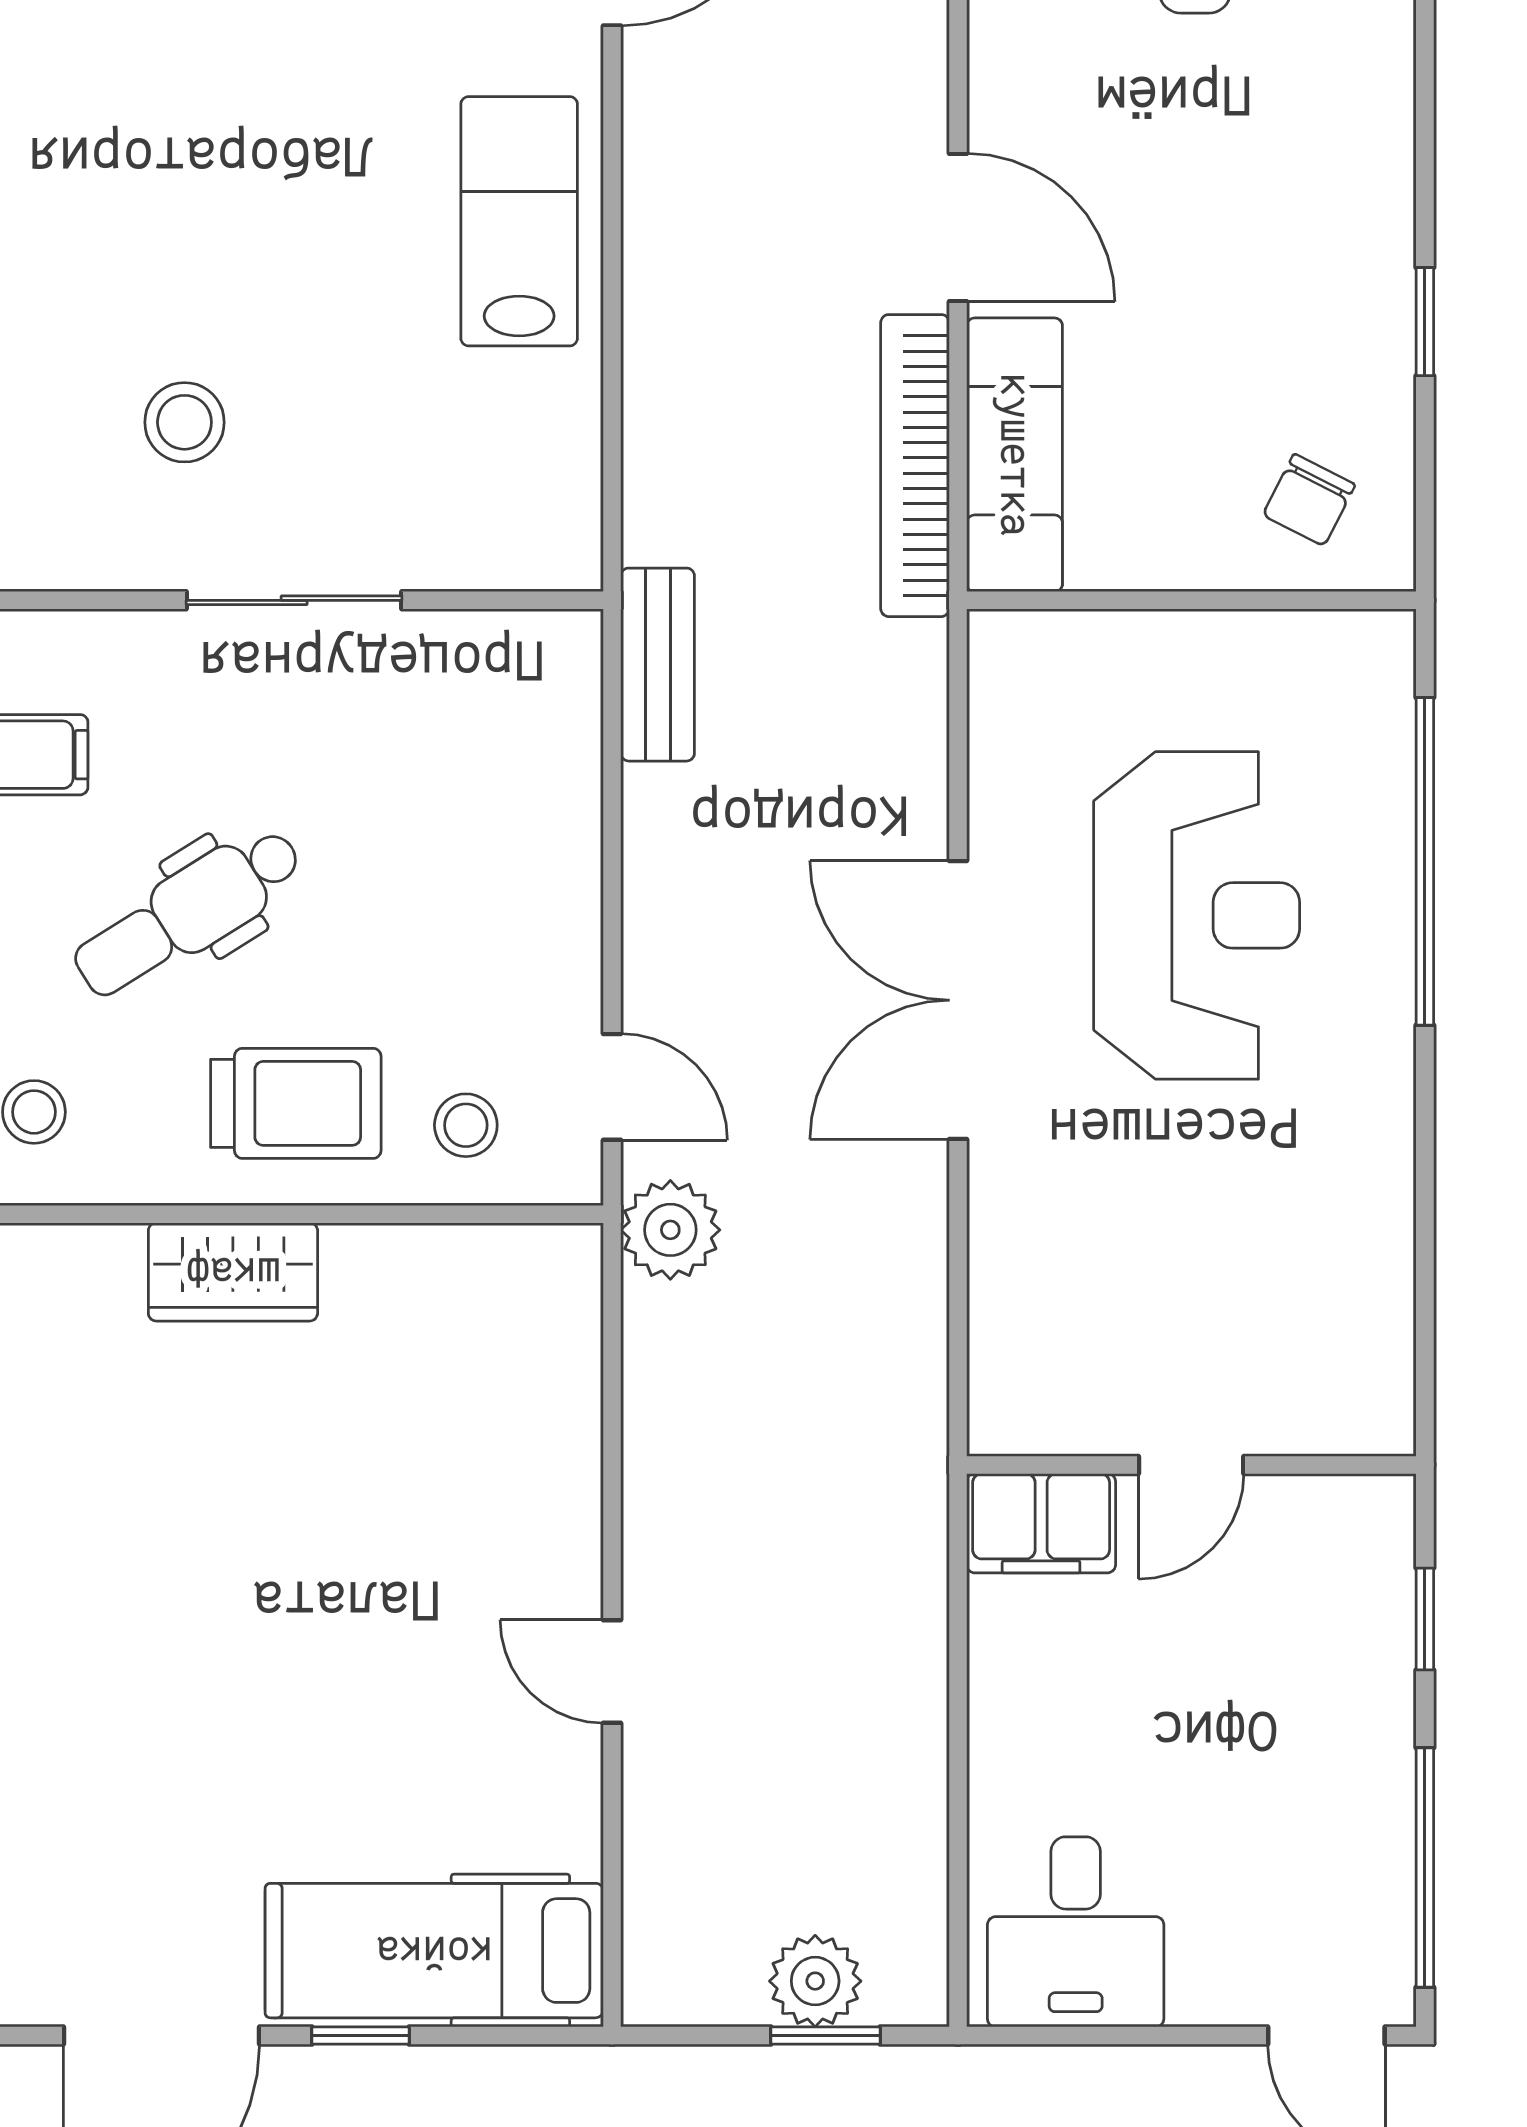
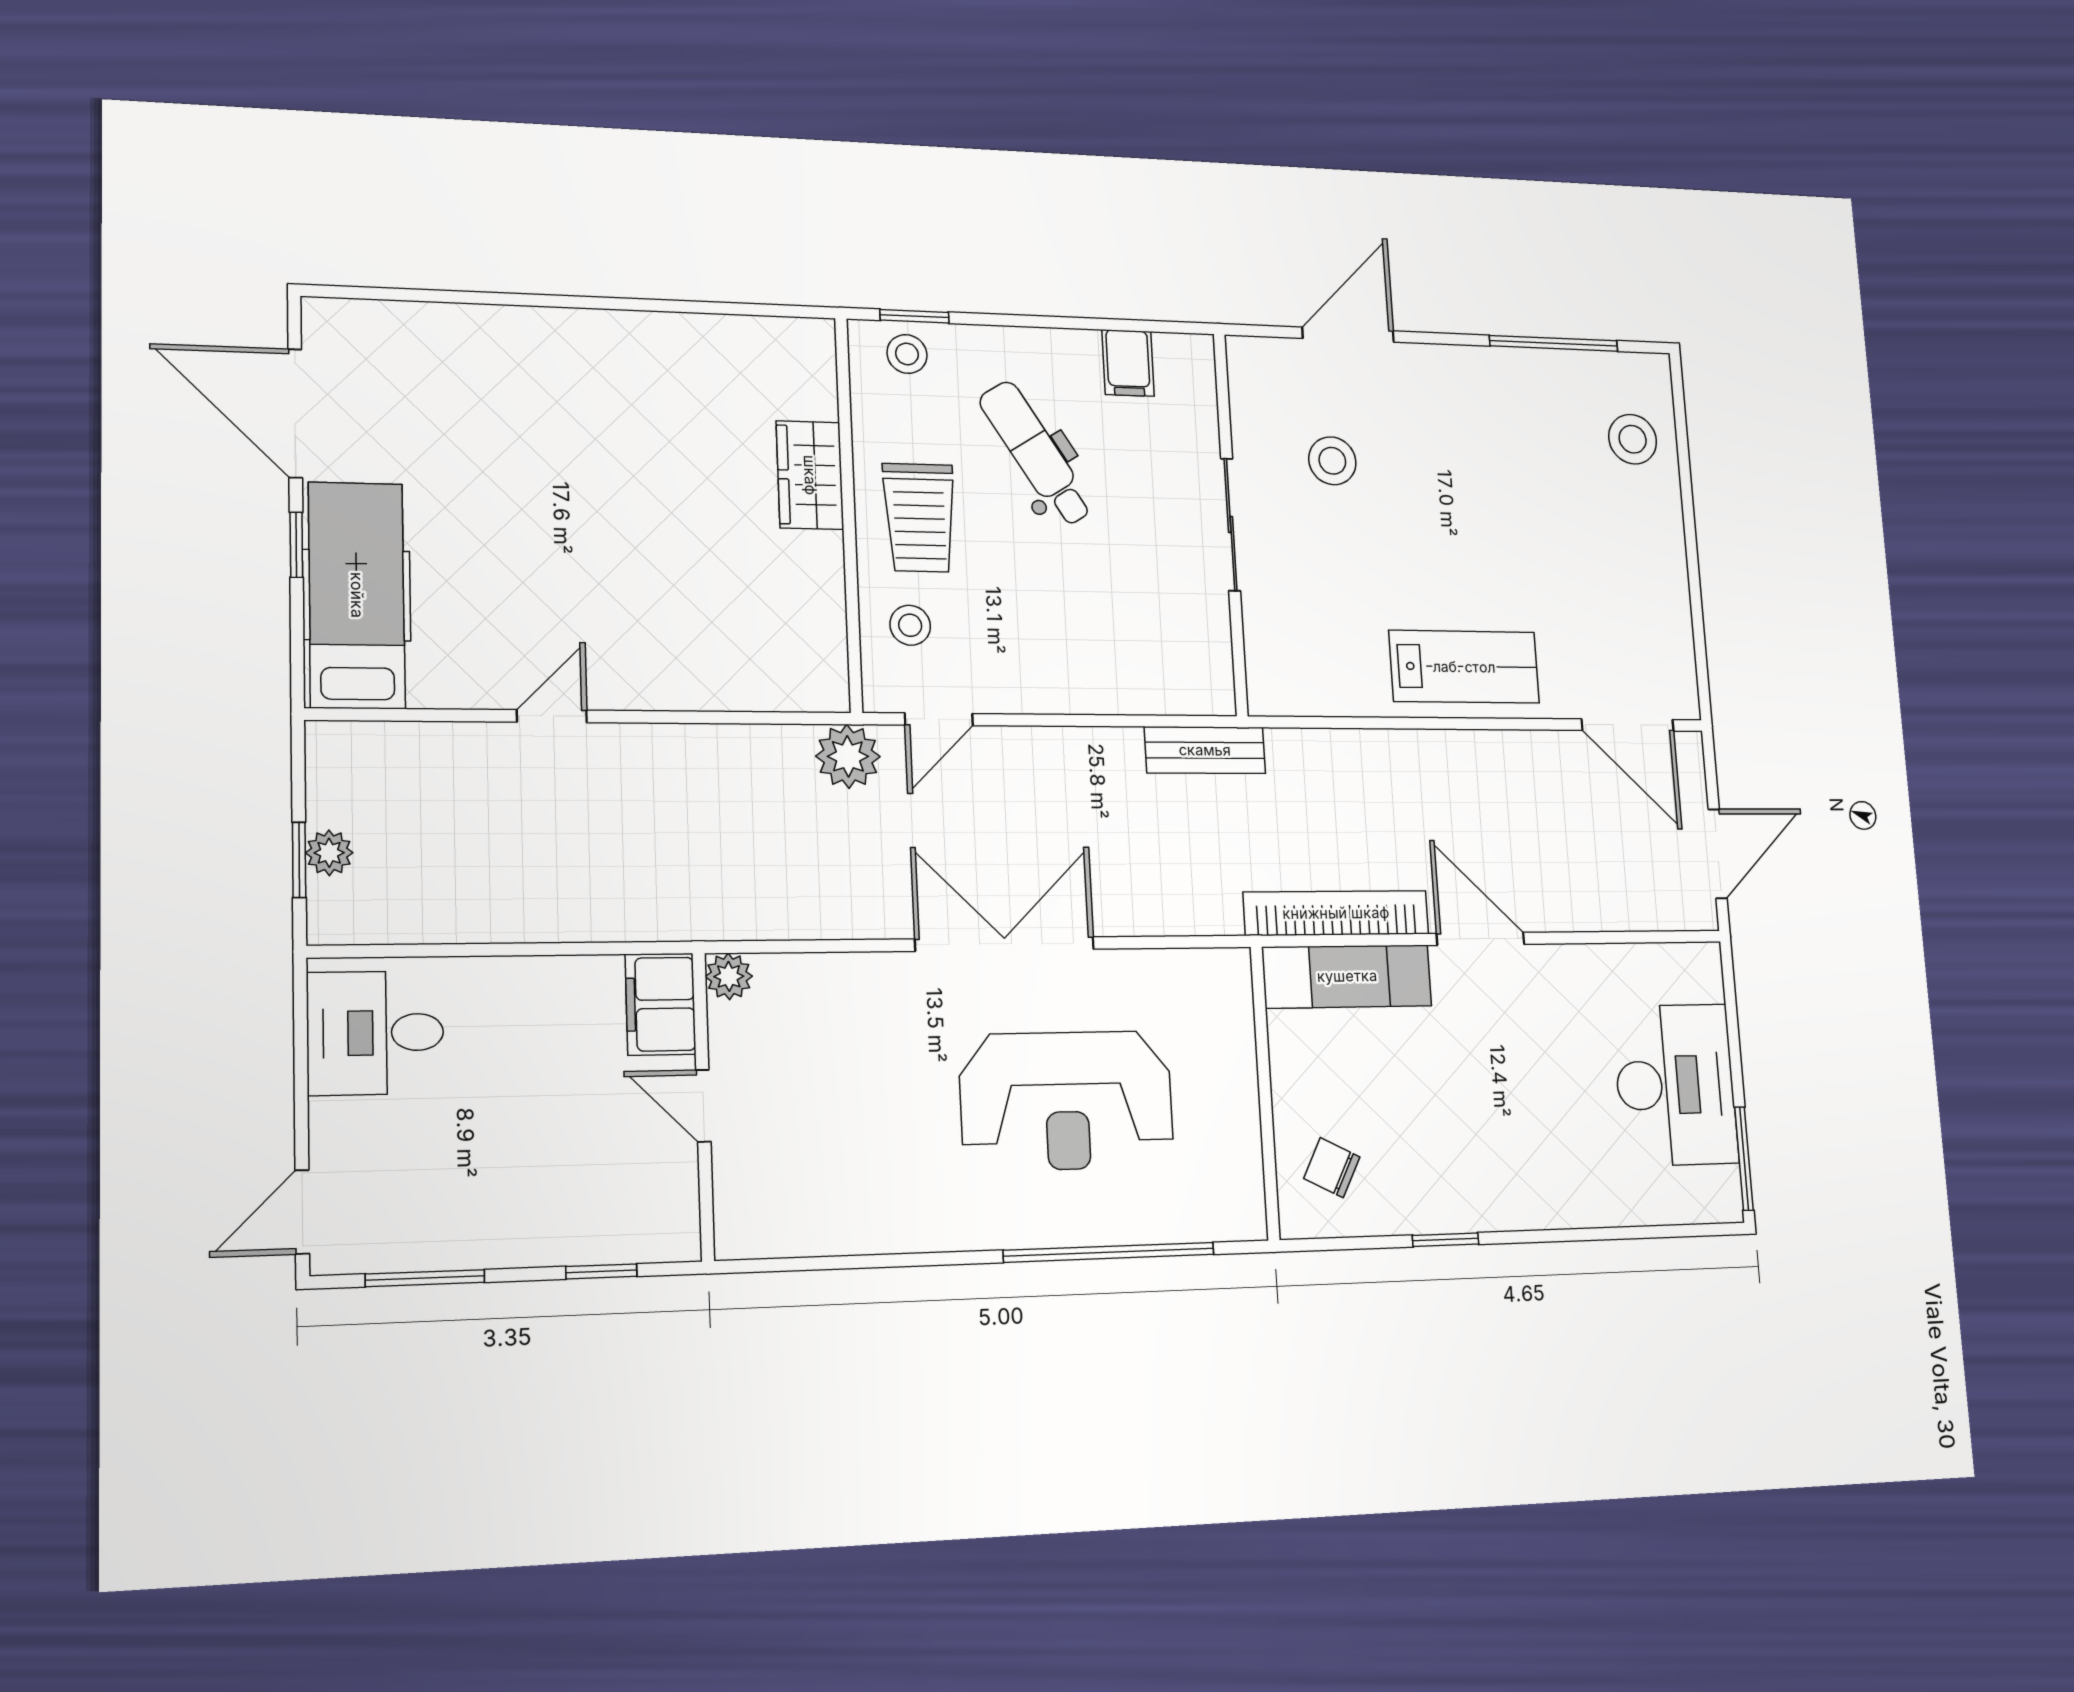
door: (958, 227) -> (1480, 939), swing flipped
plant: (1002, 1421) -> (729, 976), added
window: (1425, 1868) -> (425, 1278), width x0.69
plant: (815, 1981) -> (329, 853), width x0.73, depth x0.73

